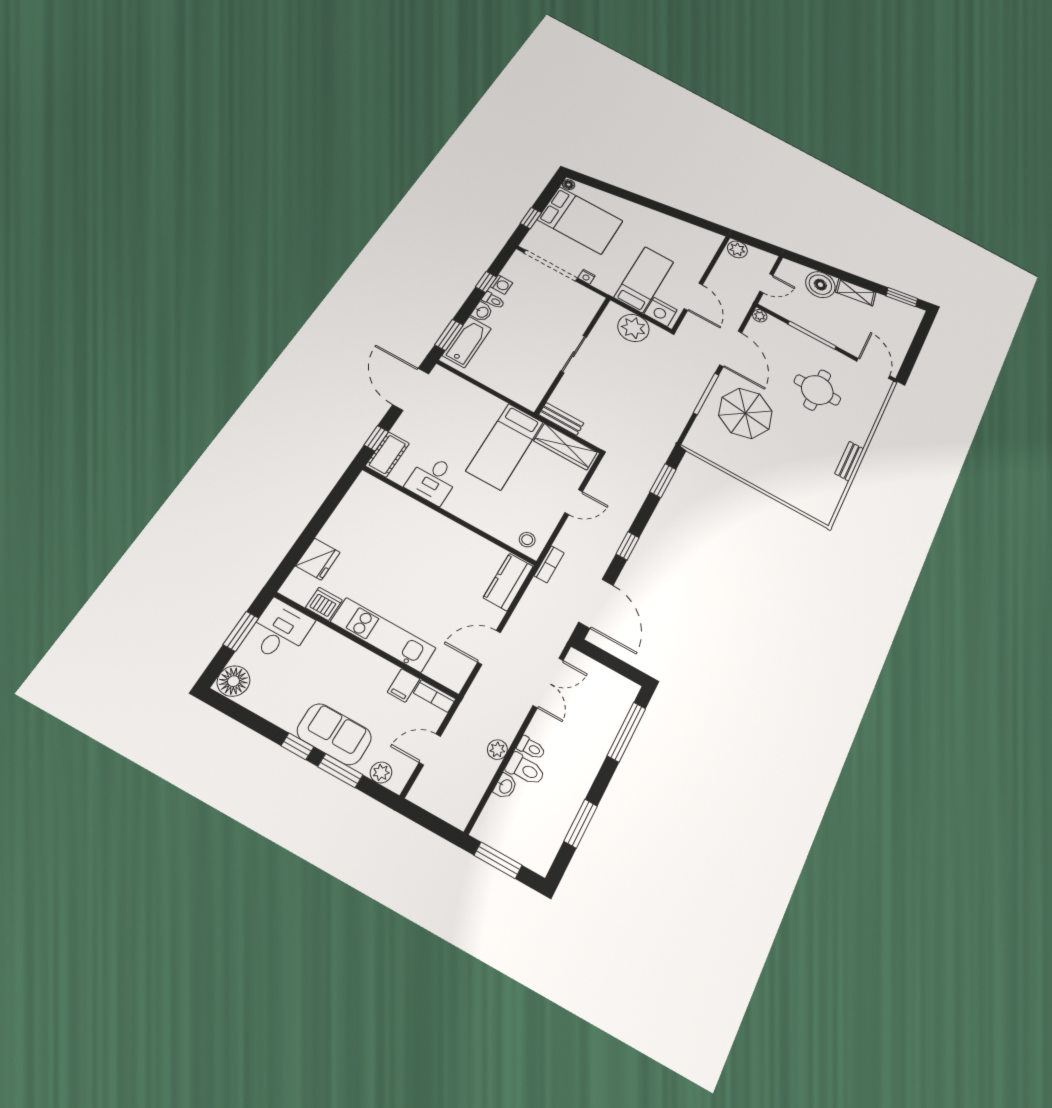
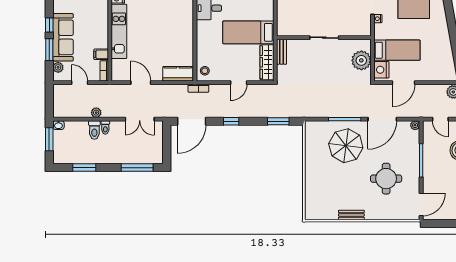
door: (574, 502) -> (239, 83), hinge flipped
sofa: (334, 734) -> (63, 37), width x1.36
washbasin: (505, 786) -> (58, 125), moved

